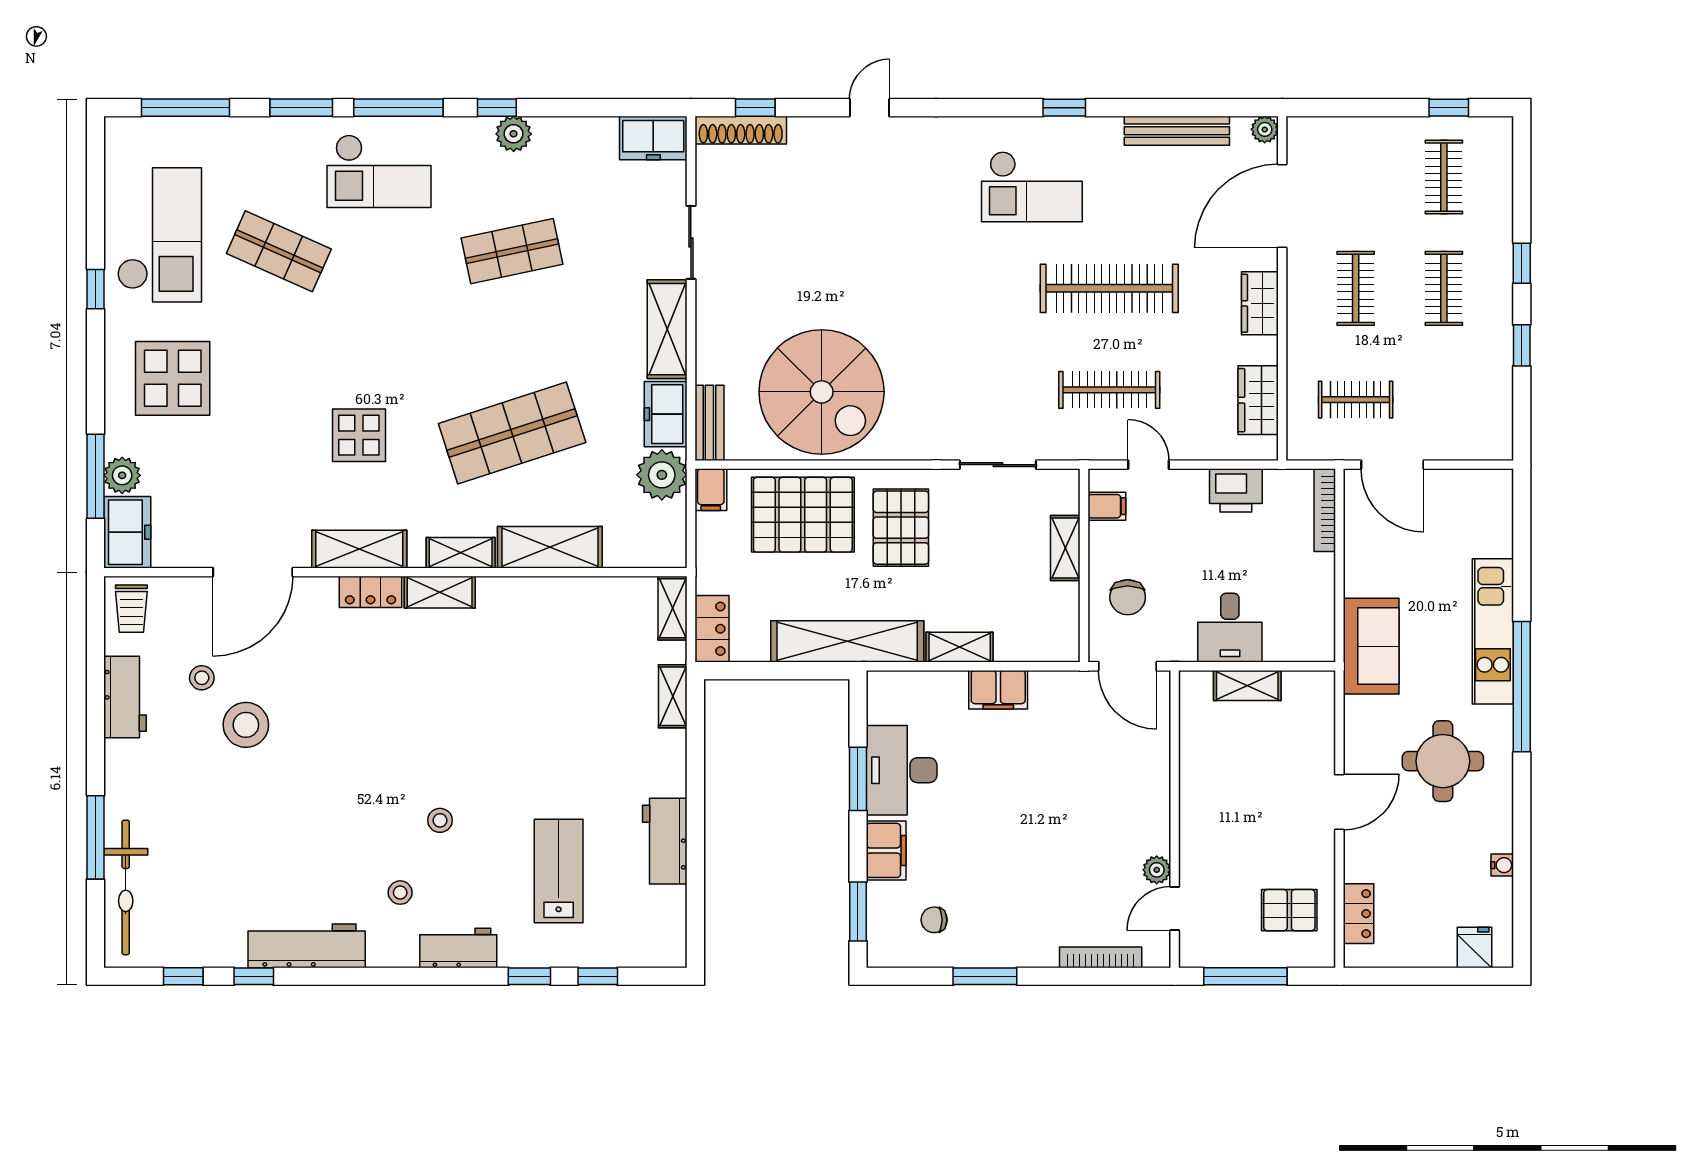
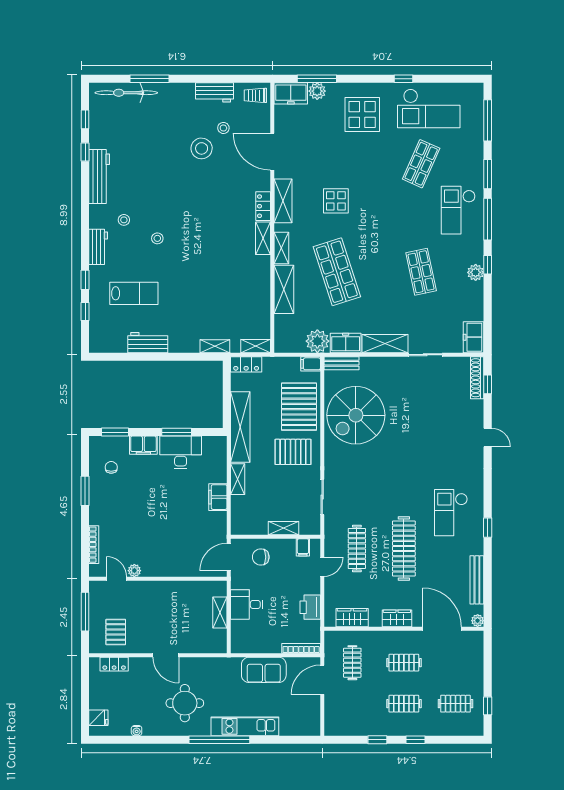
sofa: (1371, 646) -> (264, 670), moved

